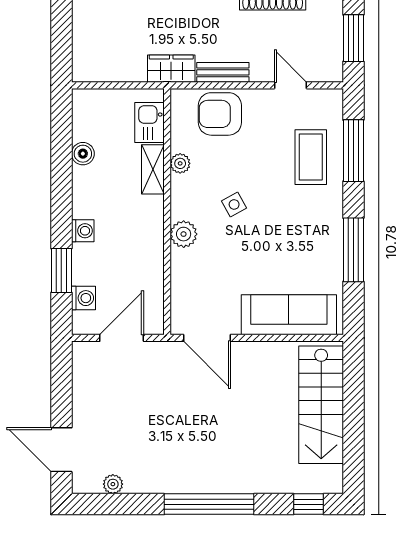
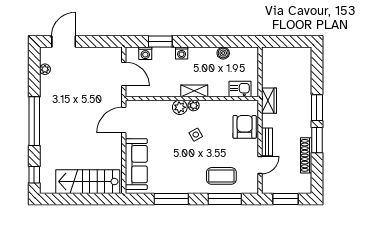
bench: (223, 72) -> (267, 142), moved
plant: (180, 163) -> (194, 106), moved
shelving: (153, 169) -> (194, 91), moved

